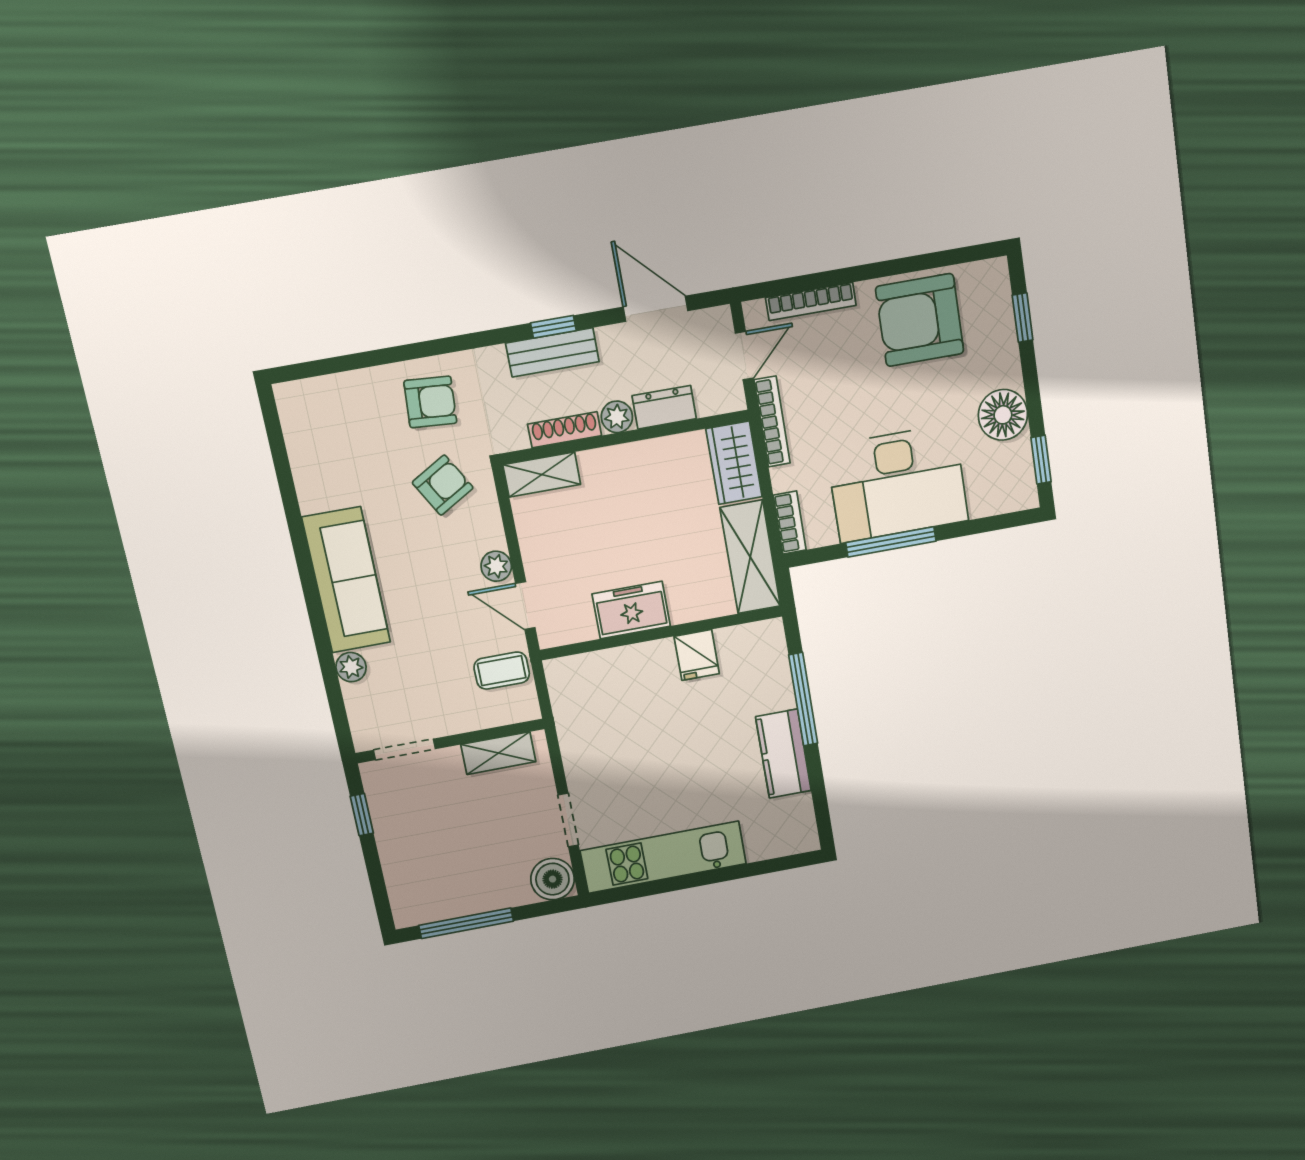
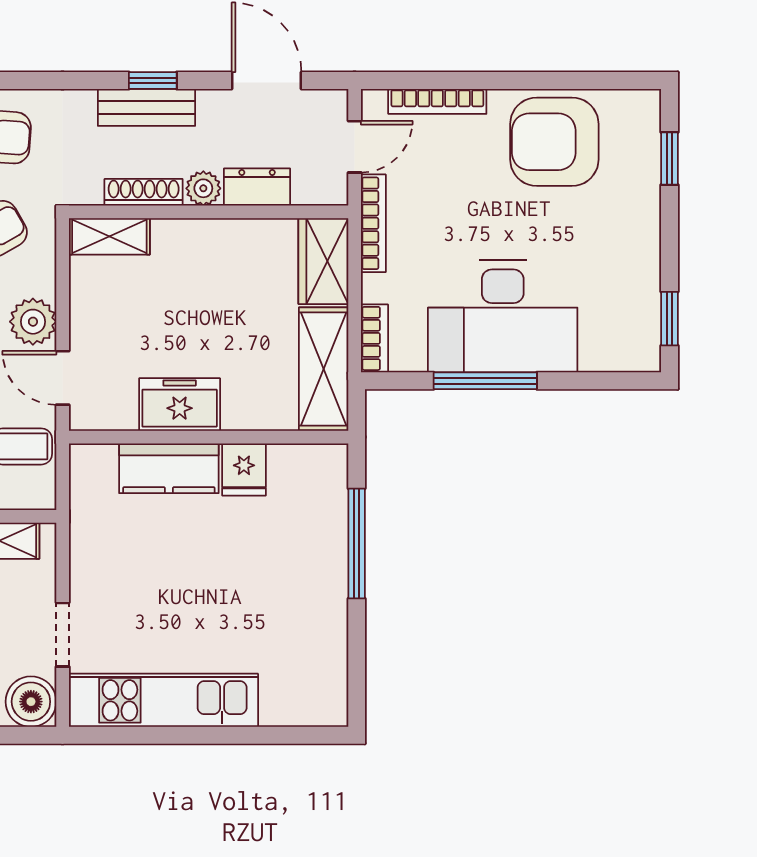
floor lamp: (1003, 415) -> (633, 261), removed
plant: (496, 566) -> (33, 322), width x1.38, depth x1.38
kitchen counter: (783, 754) -> (169, 468), moved, turned -90

